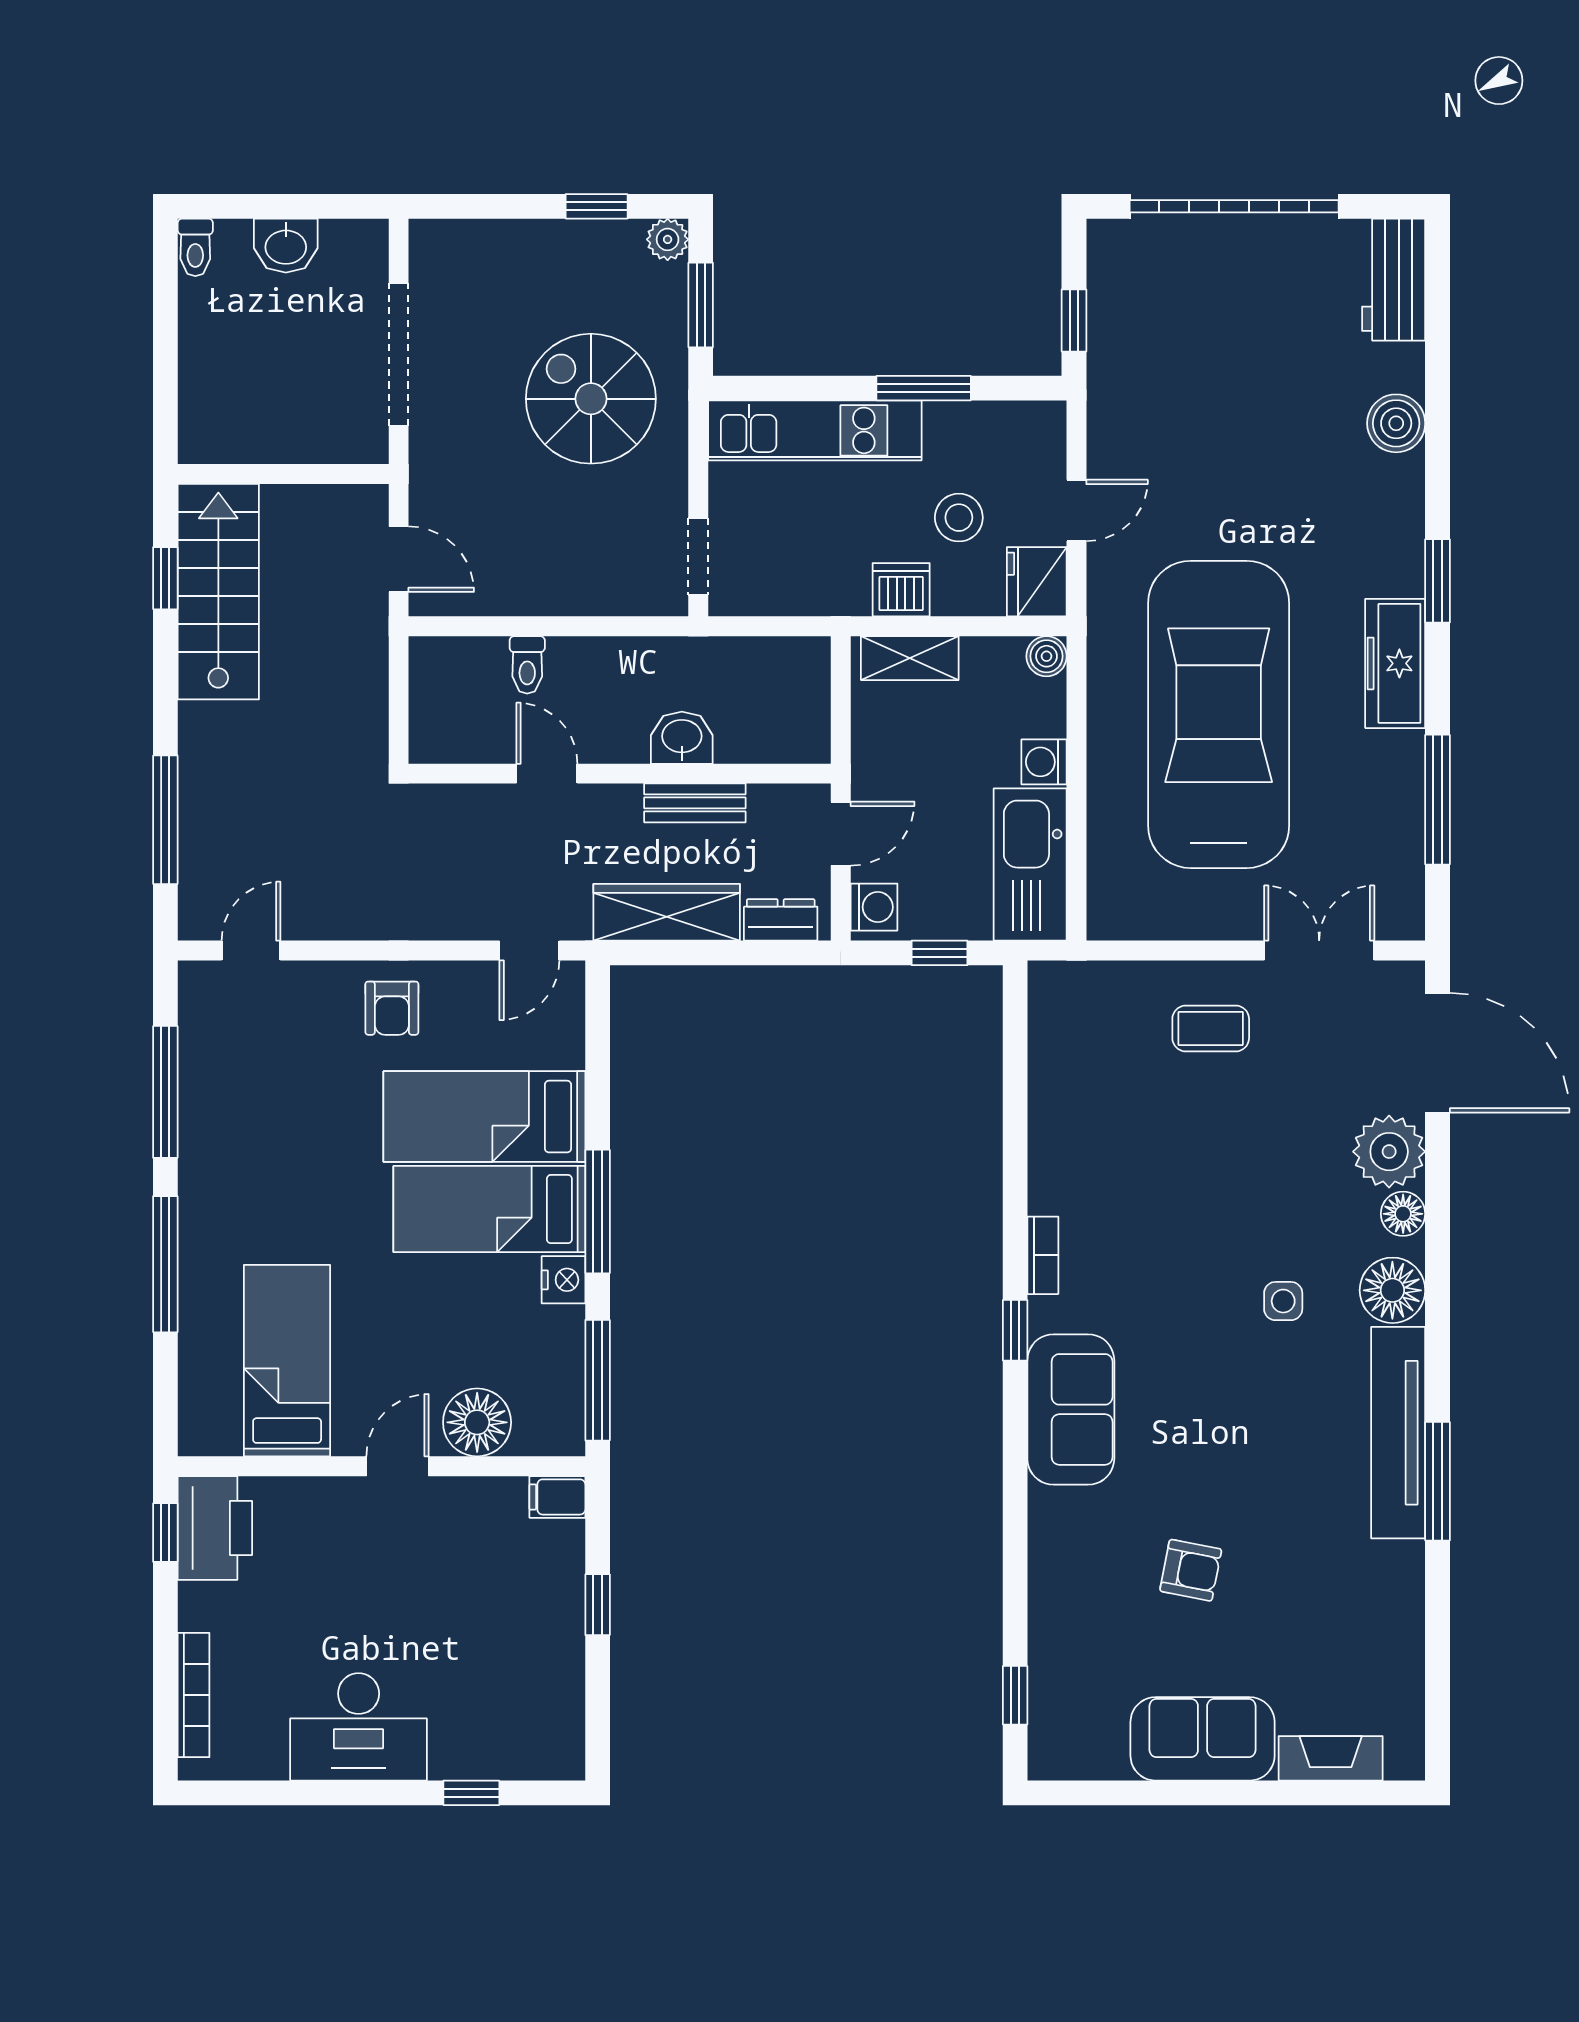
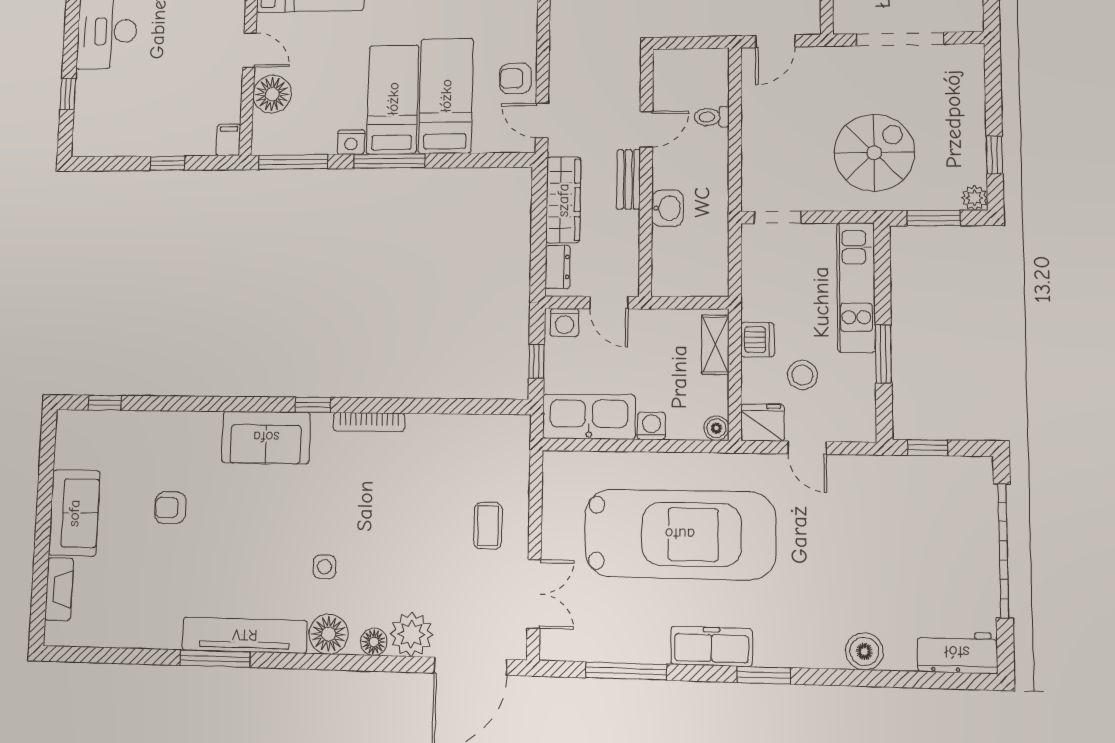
bench: (695, 803) -> (629, 179), moved
armchair: (392, 1008) -> (515, 78), moved
bookcase: (1043, 1255) -> (369, 422), width x1.56
armchair: (1191, 1570) -> (170, 508), turned 79

